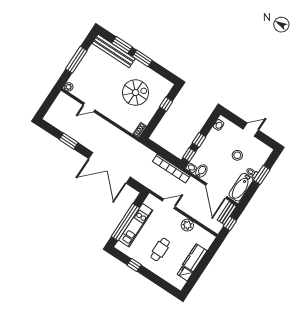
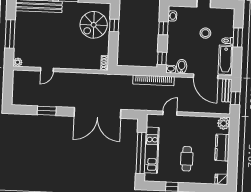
spiral stairs: (136, 93) -> (94, 25), moved, turned 180
window: (199, 140) -> (163, 28), moved
plant: (187, 225) -> (224, 123), moved
fridge: (185, 274) -> (221, 179), moved

